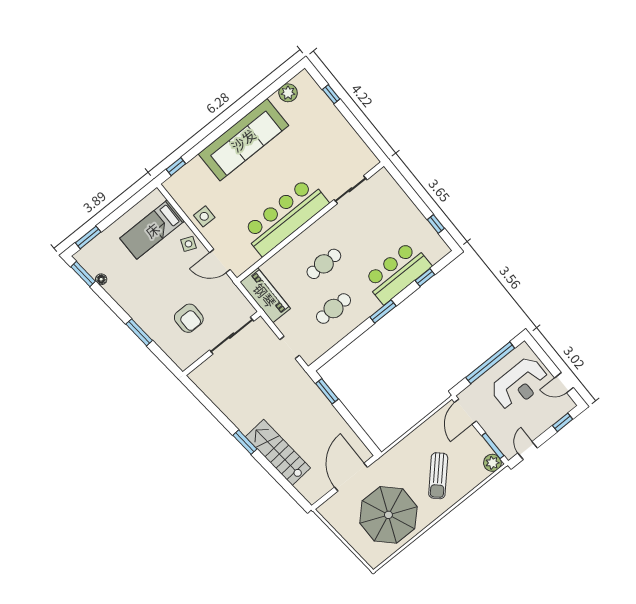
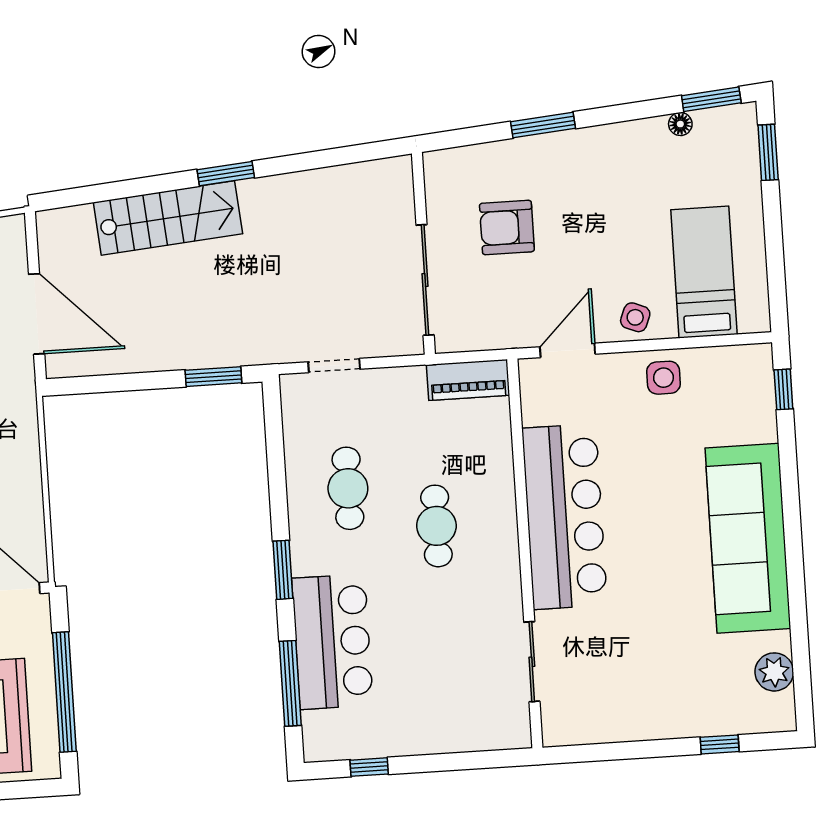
window: (425, 278) -> (290, 683), width x2.17
piano: (265, 295) -> (468, 380), width x0.73, depth x0.75

